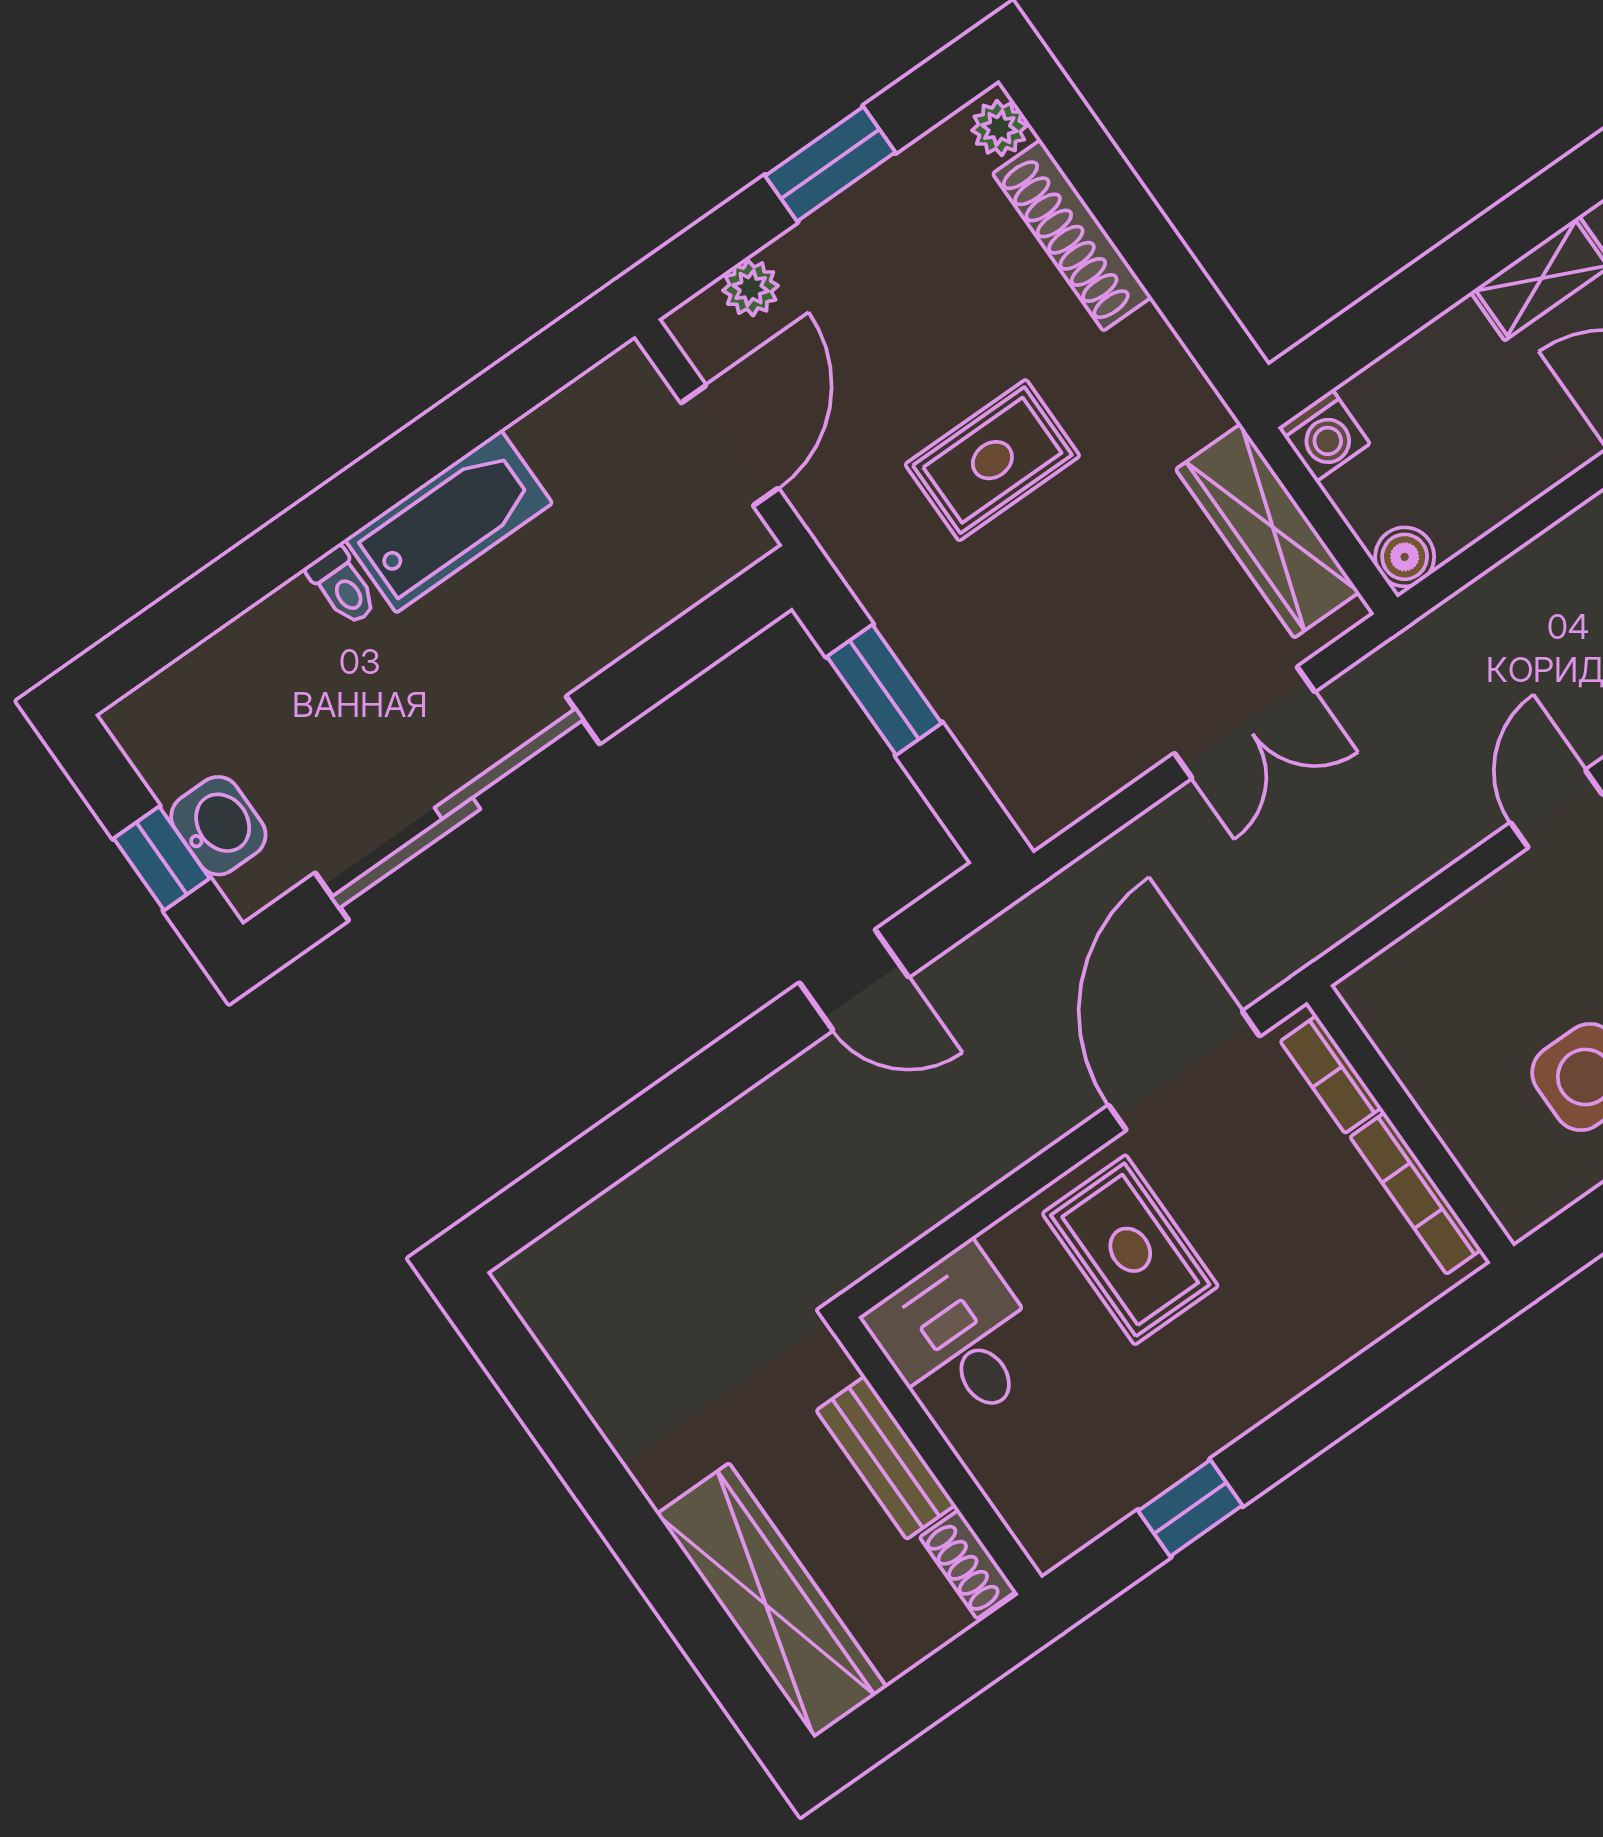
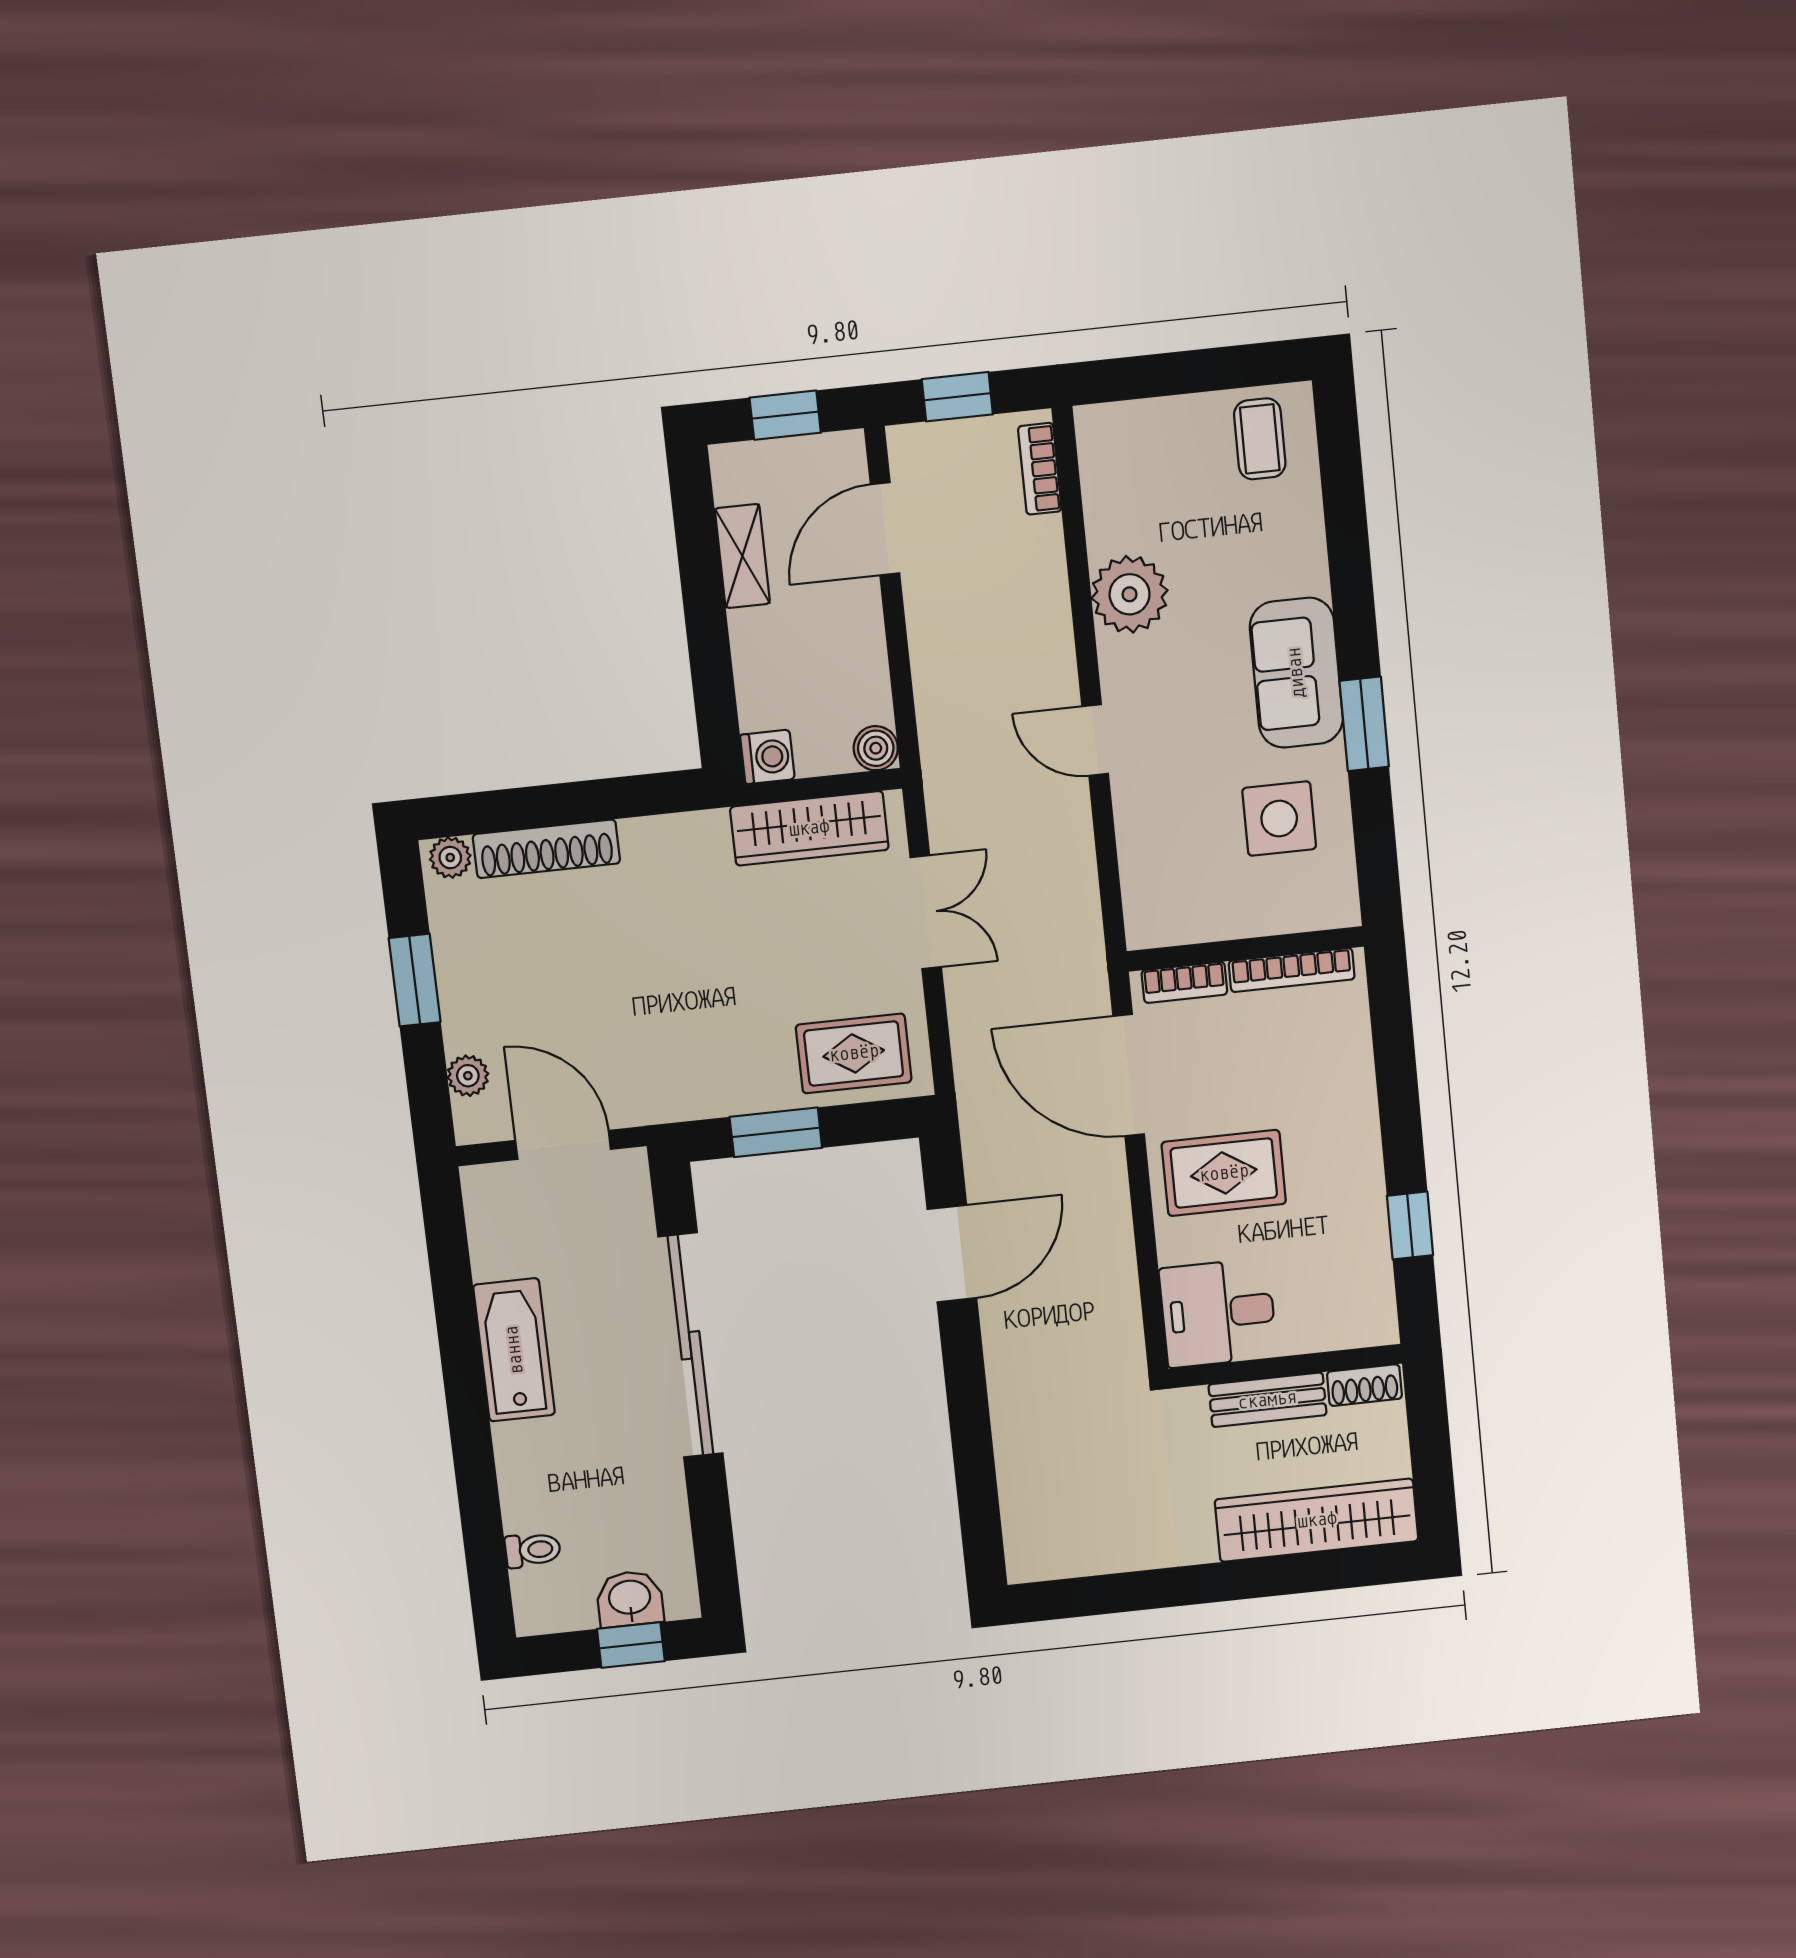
rug: (992, 460) -> (854, 1053), moved, turned 90
toilet: (343, 586) -> (533, 1550), moved
sliding door: (457, 808) -> (690, 1345), moved
door: (854, 980) -> (952, 1254), width x1.38

